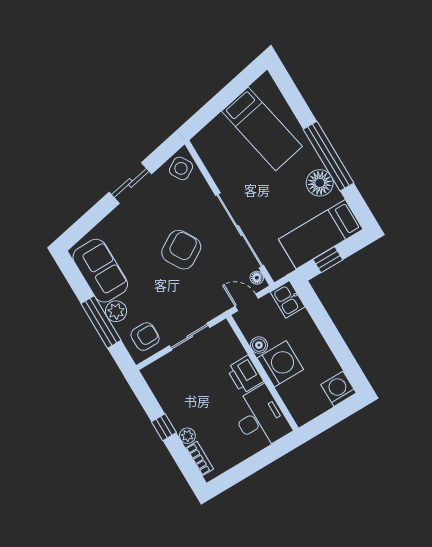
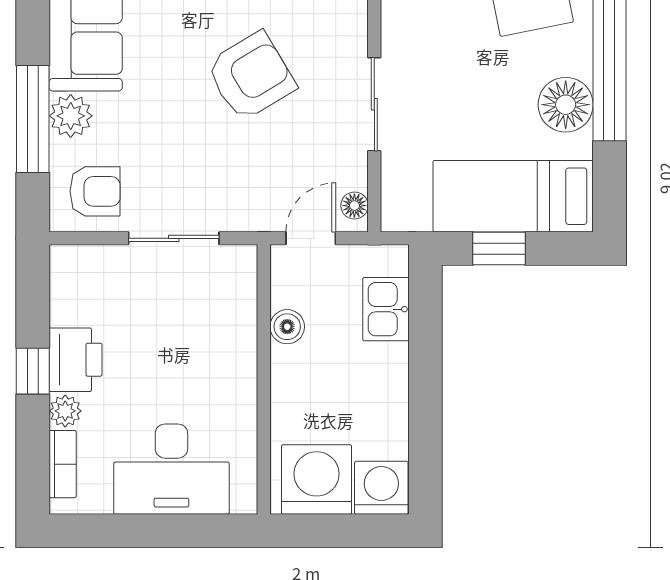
sliding door: (240, 230) -> (374, 104), width x0.54
kitchen sink: (288, 299) -> (386, 309), moved
door: (247, 302) -> (311, 238), hinge flipped
washing machine: (280, 364) -> (317, 479), moved, turned -90
printer: (245, 375) -> (75, 360), moved, turned 180
desk: (260, 418) -> (171, 469), moved, turned 90

